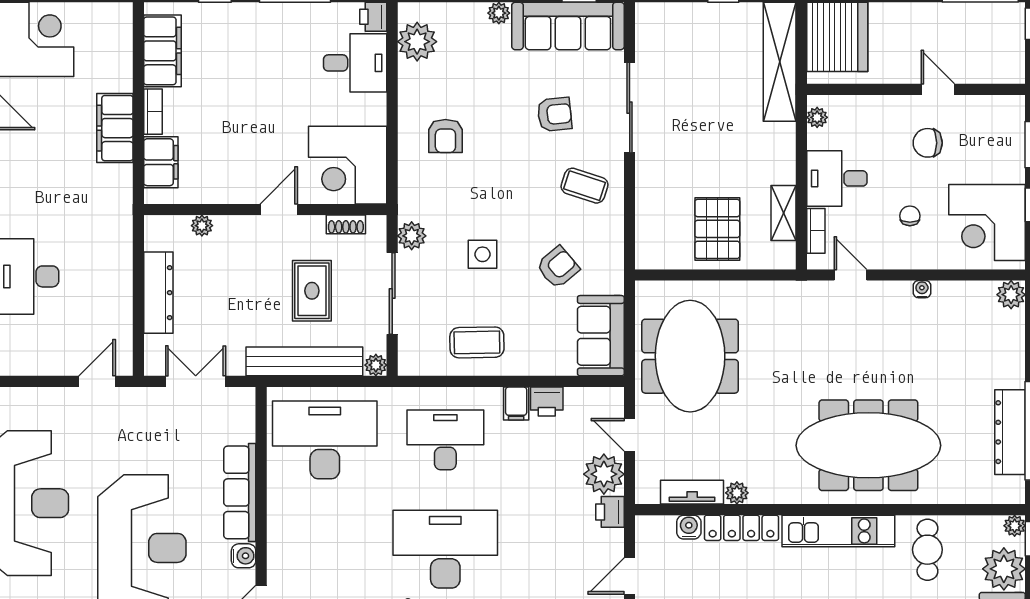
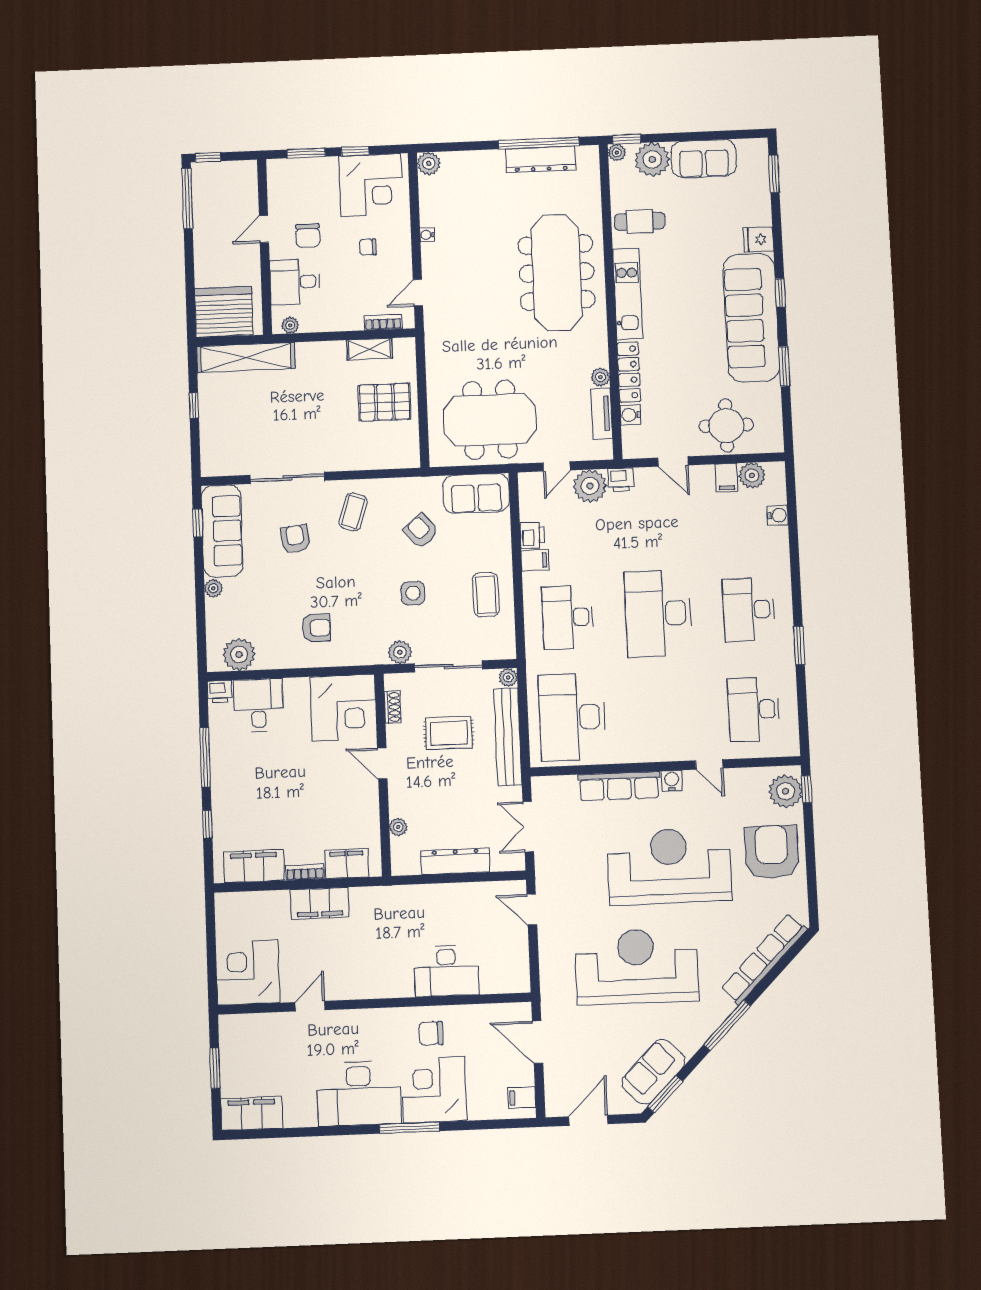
desk: (837, 178) -> (295, 282), moved, turned 90

